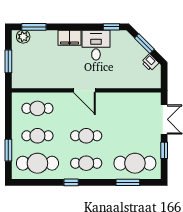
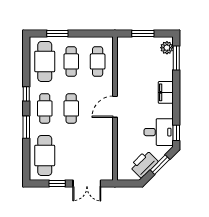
desk: (96, 45) -> (159, 132), moved
printer: (150, 62) -> (144, 164), width x1.87, depth x1.48
window: (128, 182) -> (26, 127), moved

